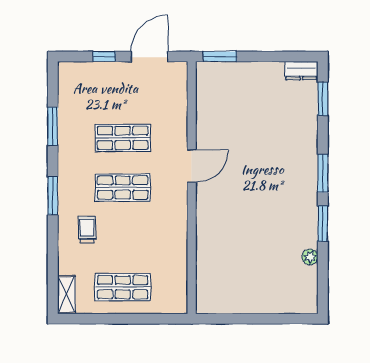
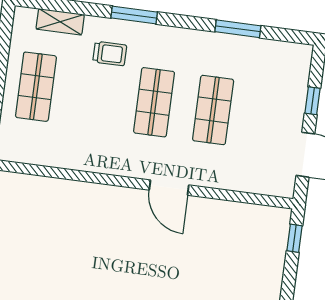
window: (220, 56) -> (294, 238), width x0.67
window: (53, 196) -> (134, 15), moved
shelving: (66, 294) -> (60, 22), moved

